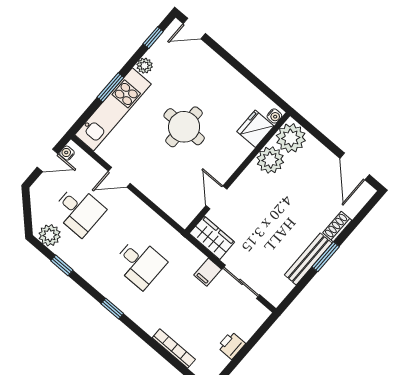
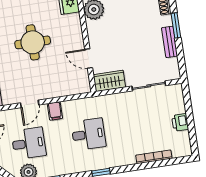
bench: (308, 259) -> (170, 42), width x0.73
filing cabinet: (208, 272) -> (55, 111), moved

